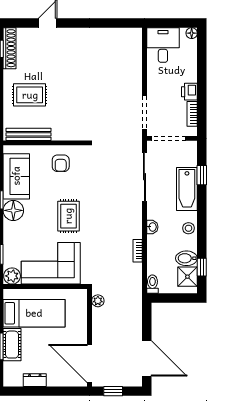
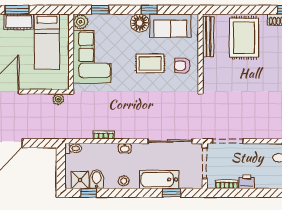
rug: (30, 95) -> (244, 38), width x1.36, depth x1.43
rug: (68, 216) -> (150, 63), moved

